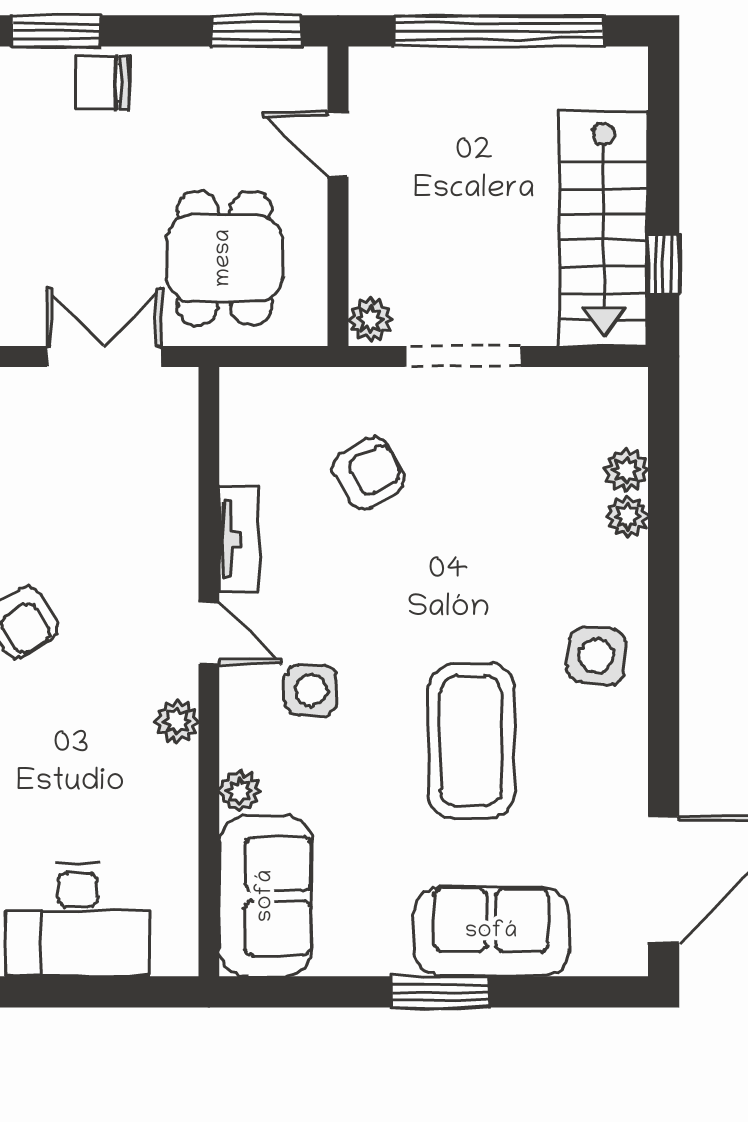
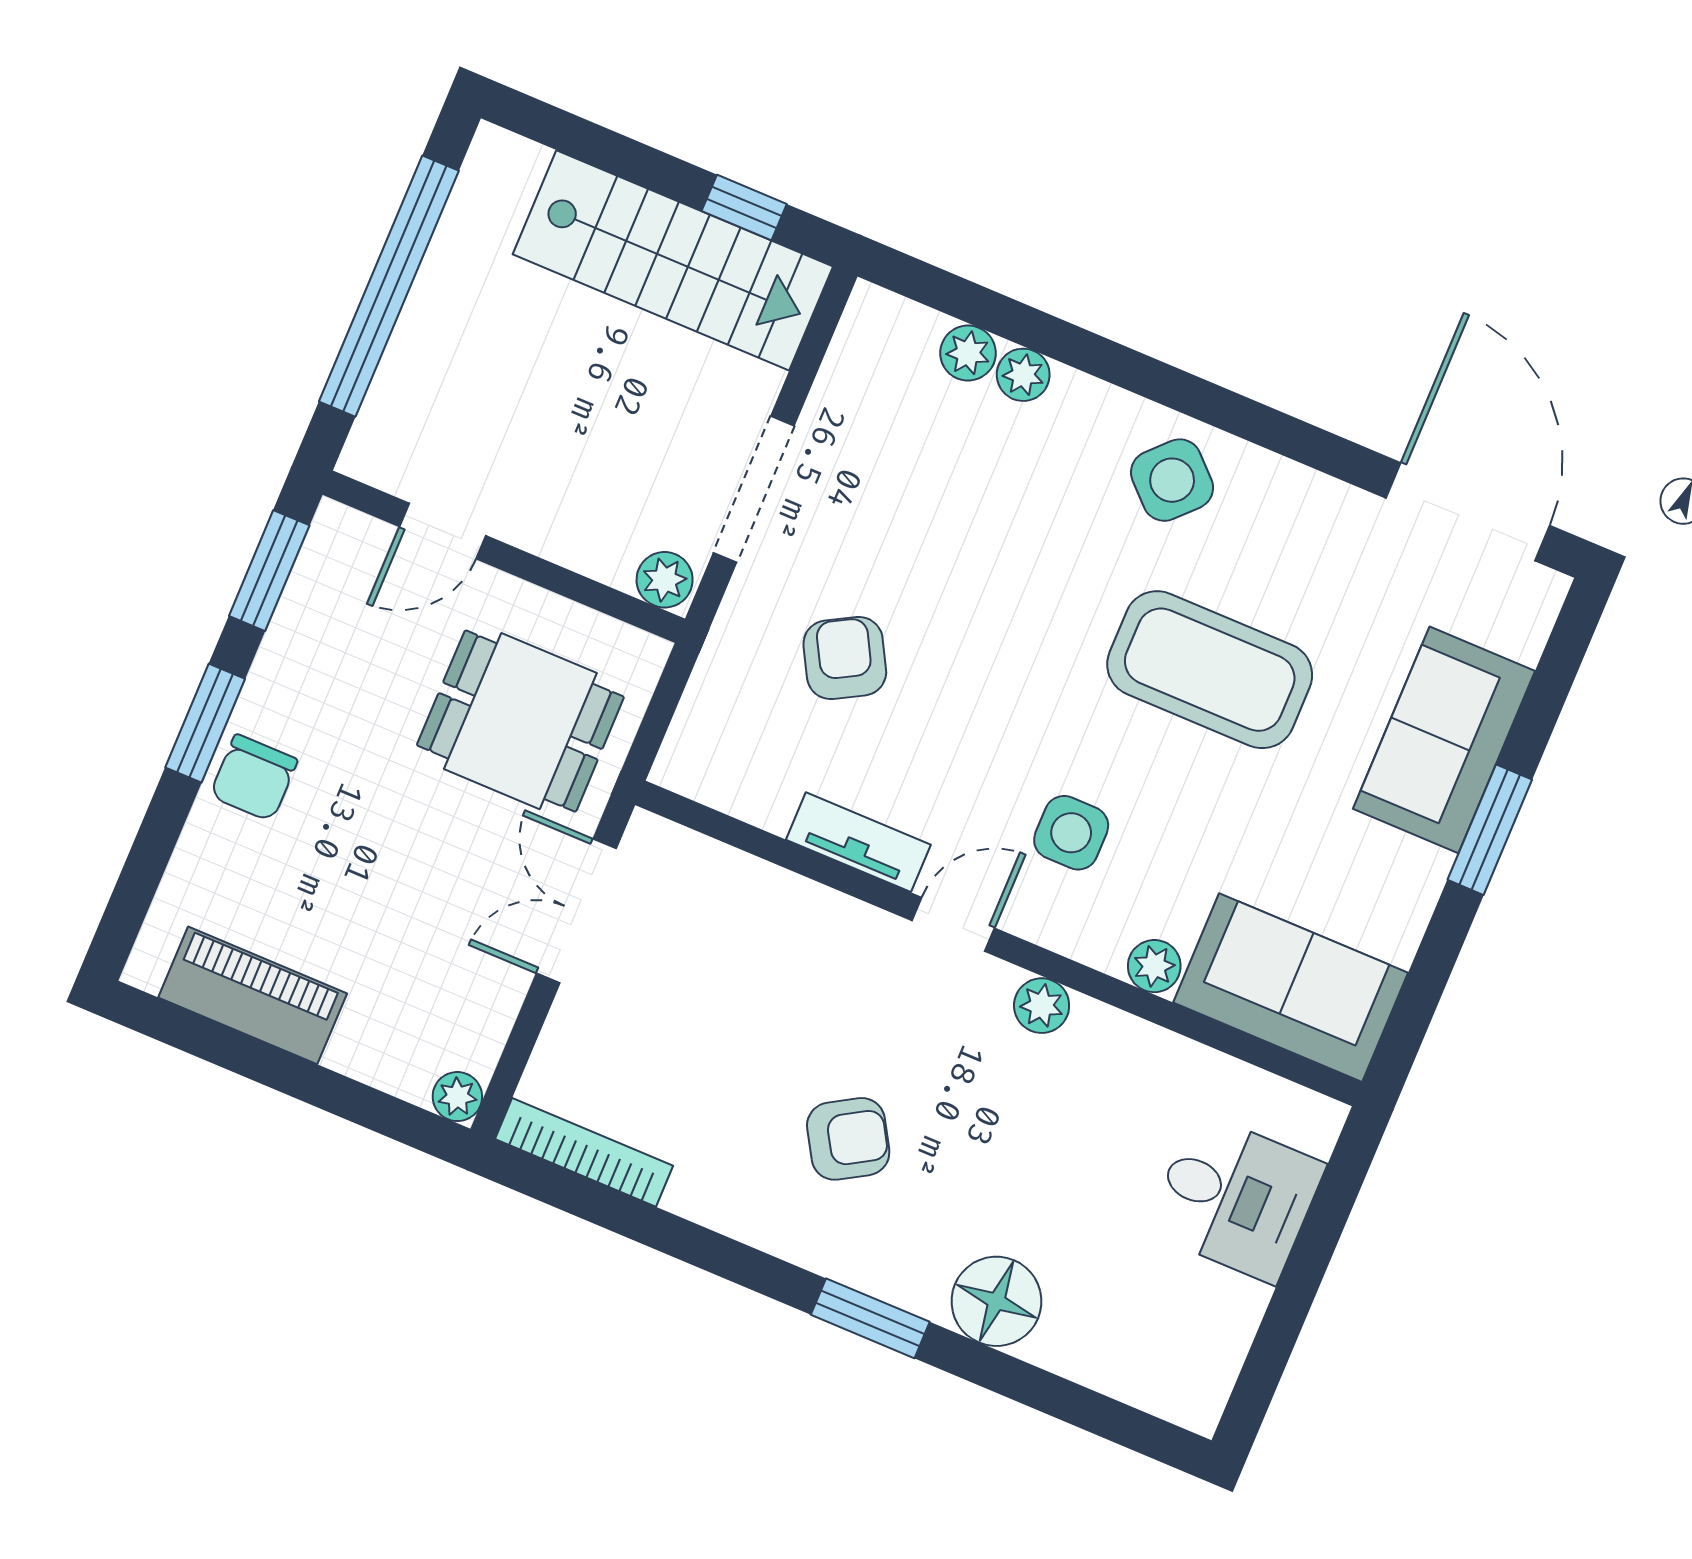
window: (56, 31) -> (205, 723), moved
side table: (596, 656) -> (1172, 480), turned 38
desk: (78, 920) -> (1236, 1198), width x0.73

